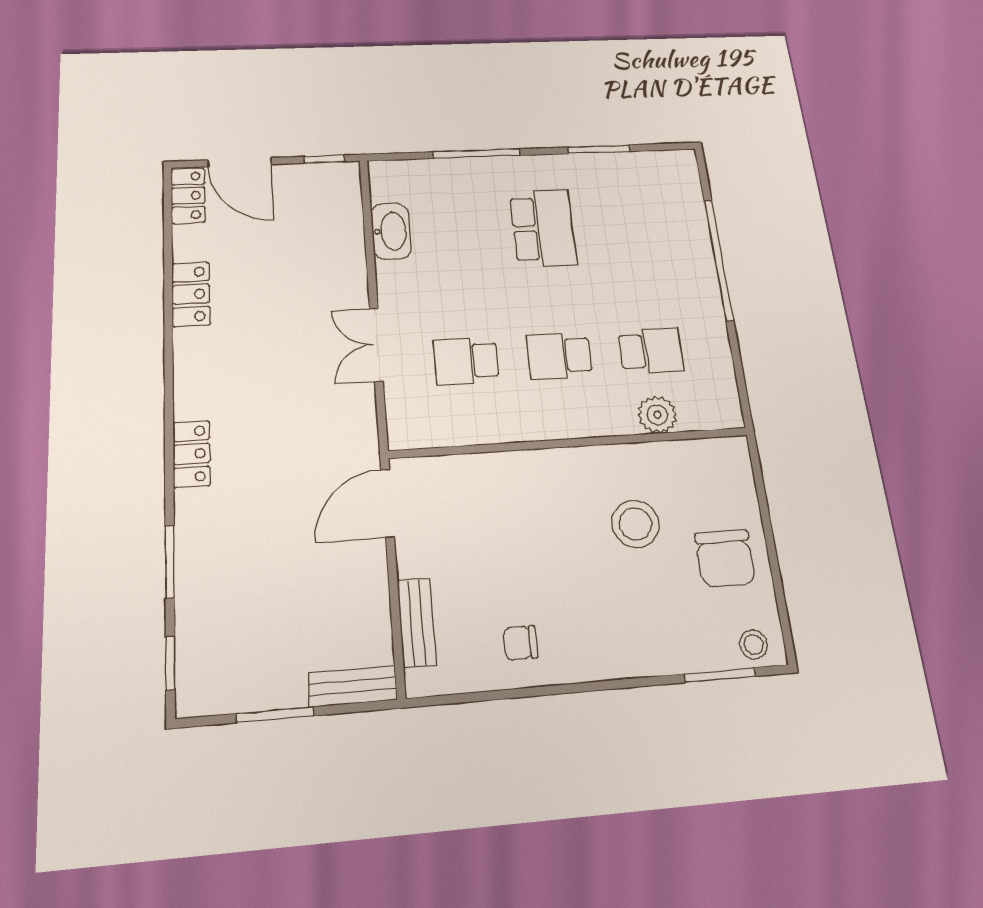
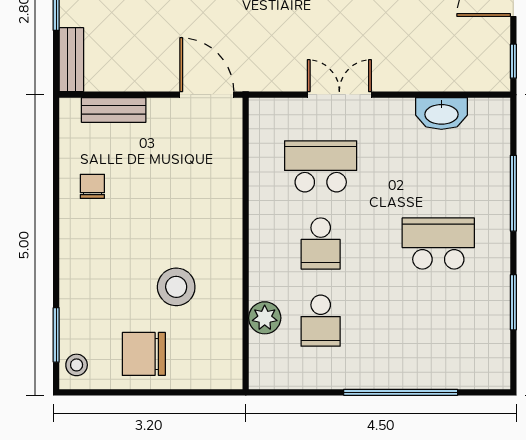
school desk: (543, 228) -> (438, 243), turned 180
school desk: (559, 356) -> (321, 243), turned 180
school desk: (466, 361) -> (321, 166), width x1.85

